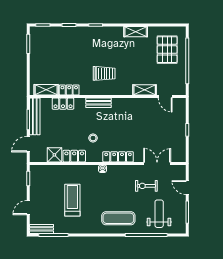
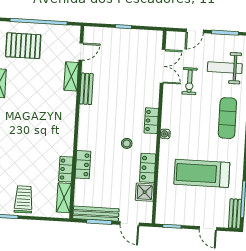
trolley: (104, 73) -> (24, 199), moved
bench: (99, 103) -> (86, 89), moved
locker: (63, 104) -> (83, 165), moved
locker: (118, 157) -> (151, 121), width x0.66
double door: (157, 163) -> (163, 66), swing flipped
treadmill: (72, 200) -> (202, 173), width x1.37, depth x1.38

